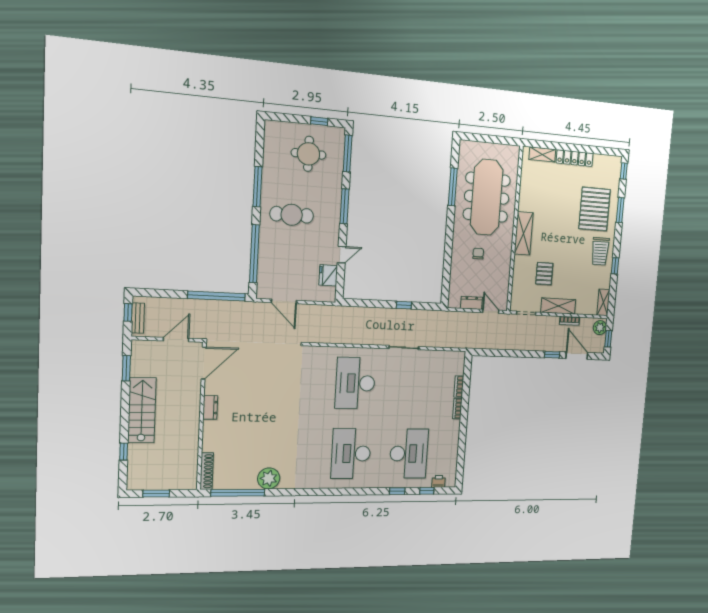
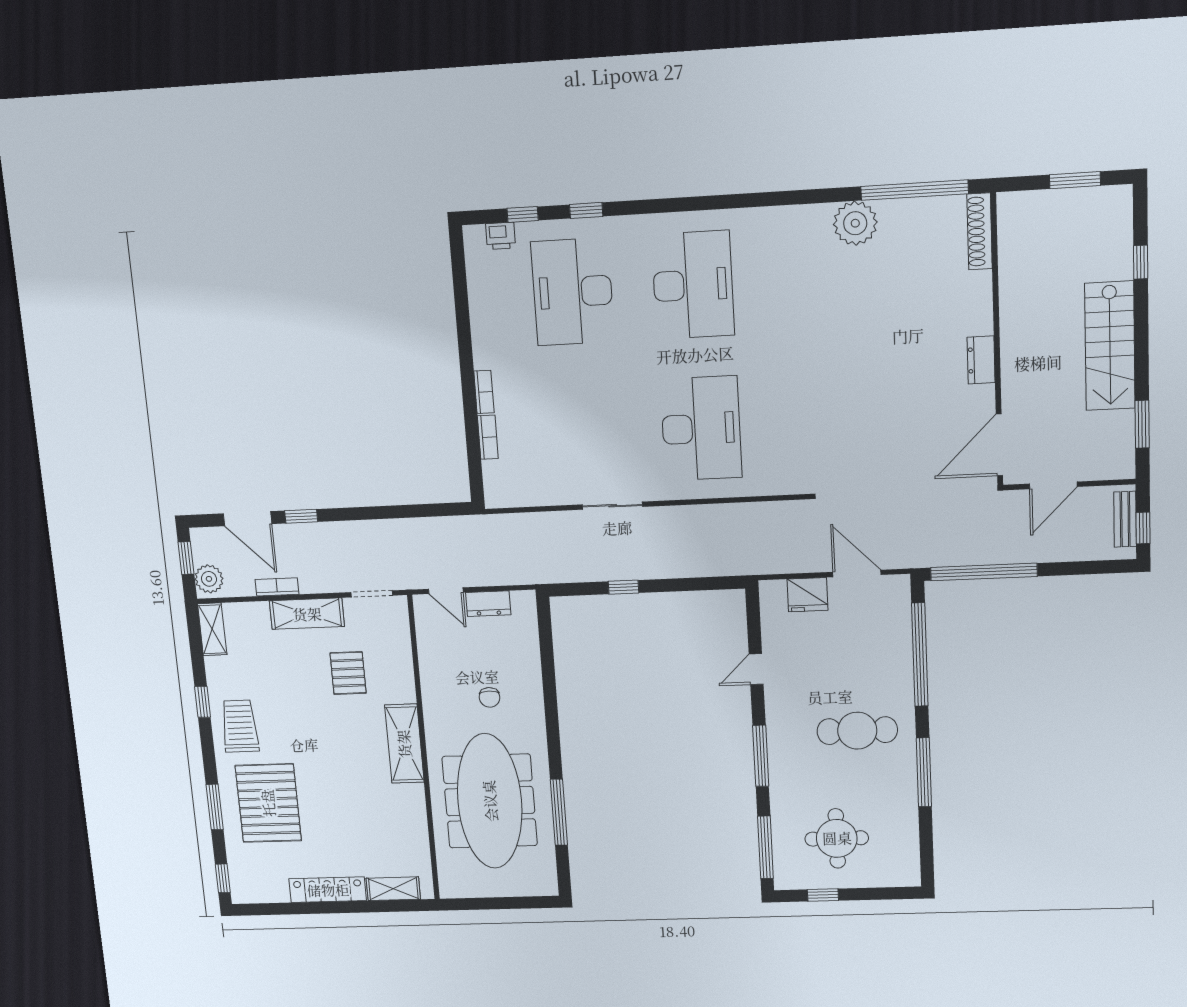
fridge: (328, 275) -> (808, 595), moved, turned 90

